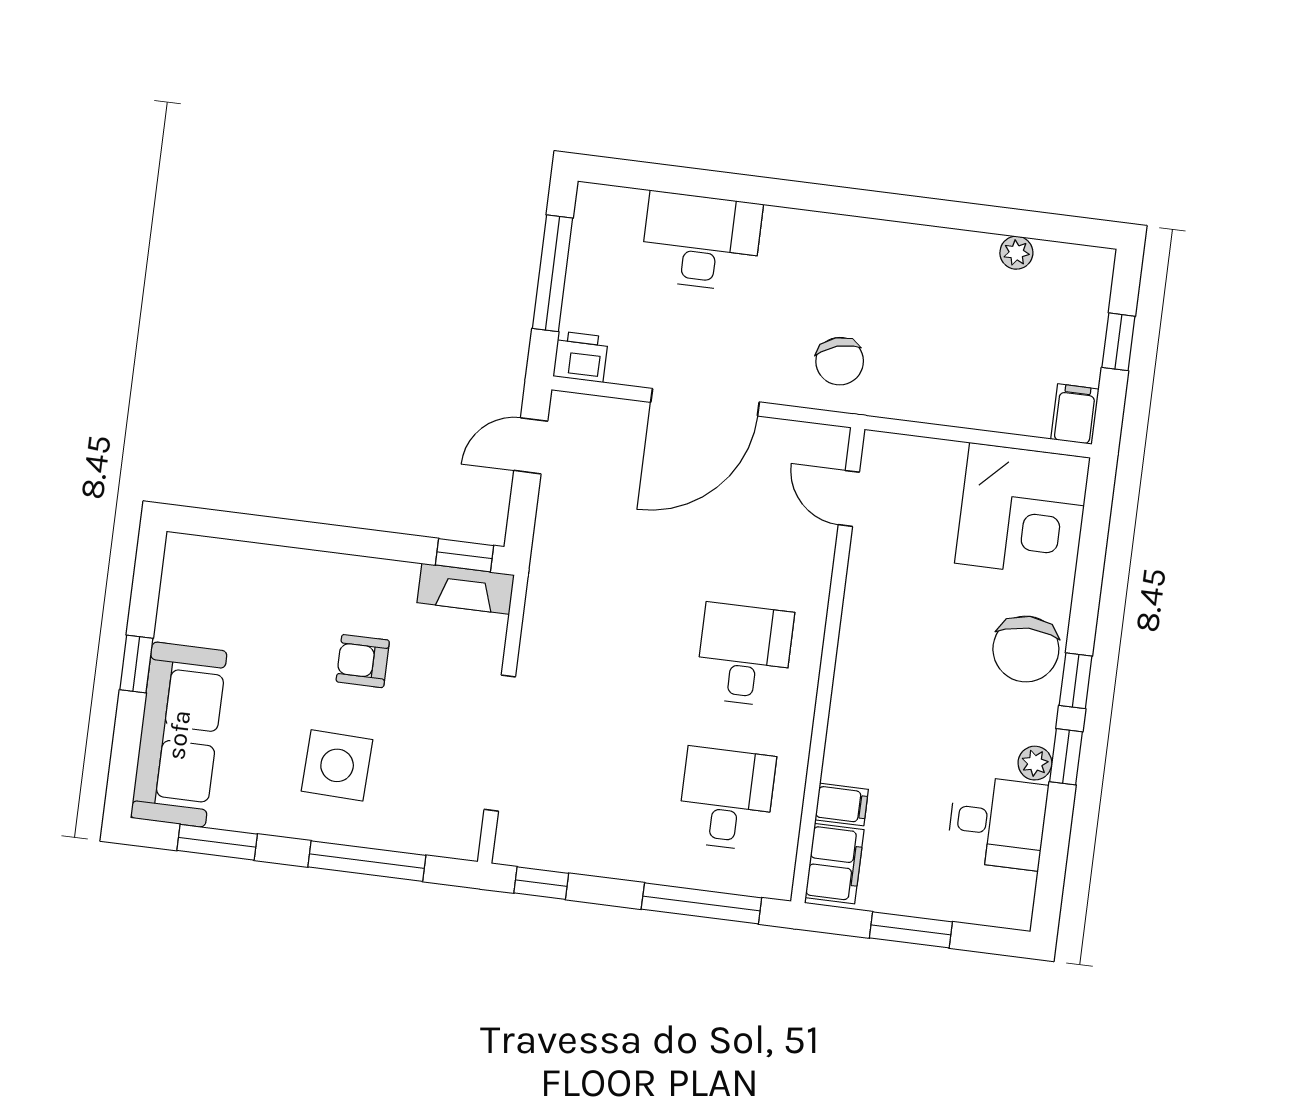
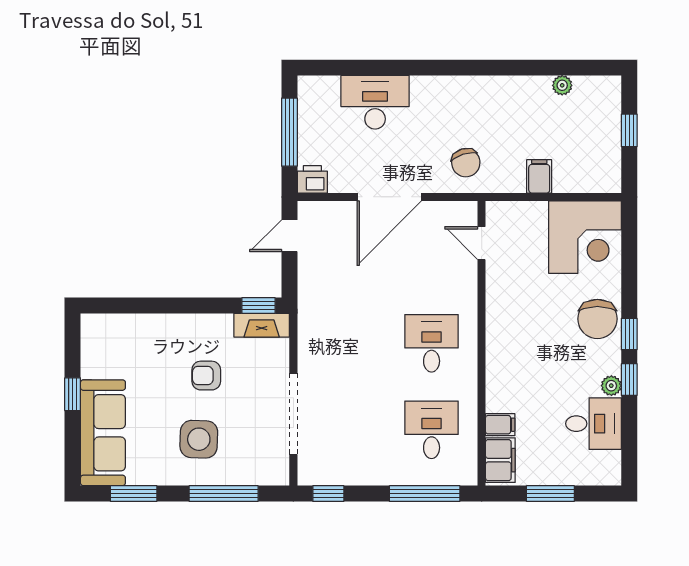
filing cabinet: (1075, 414) -> (539, 176), moved

